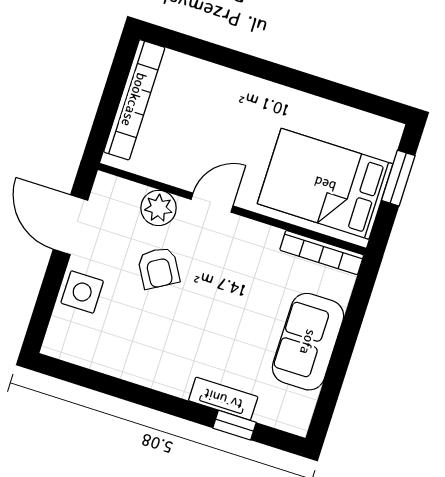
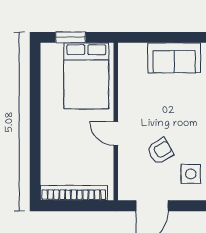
plant: (158, 208) -> (128, 161), removed
bookcase: (322, 253) -> (124, 66), removed
side table: (82, 292) -> (191, 174), moved

